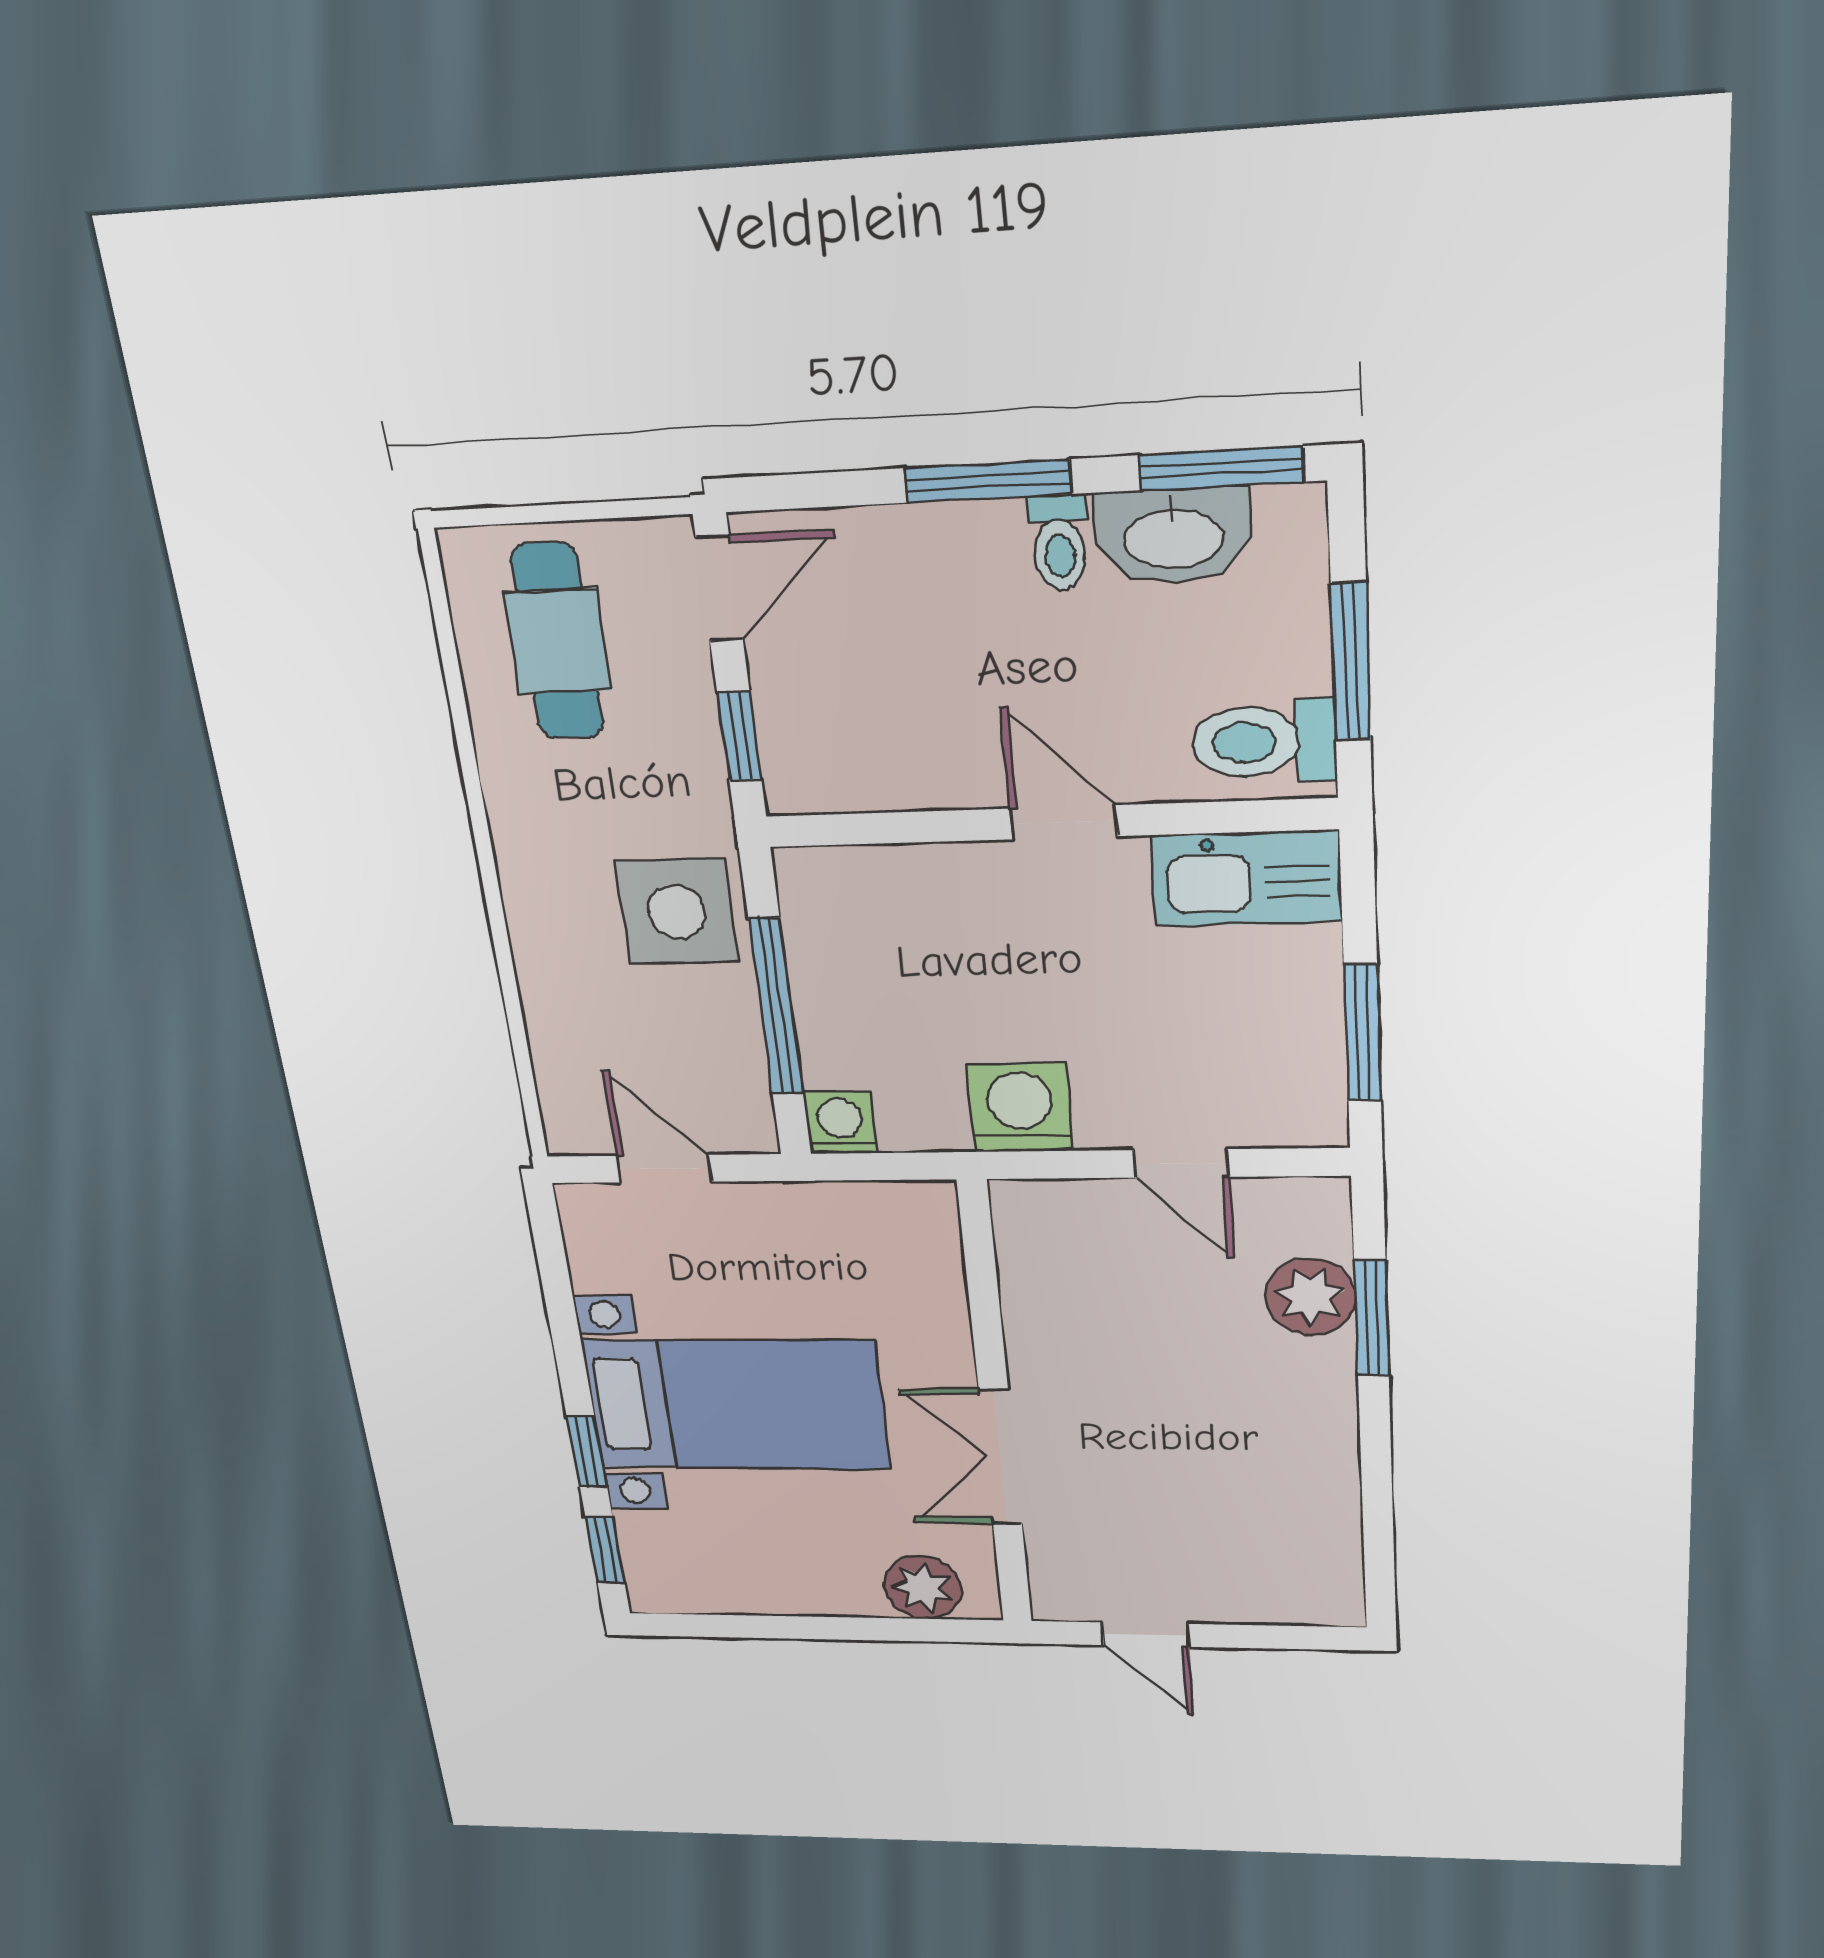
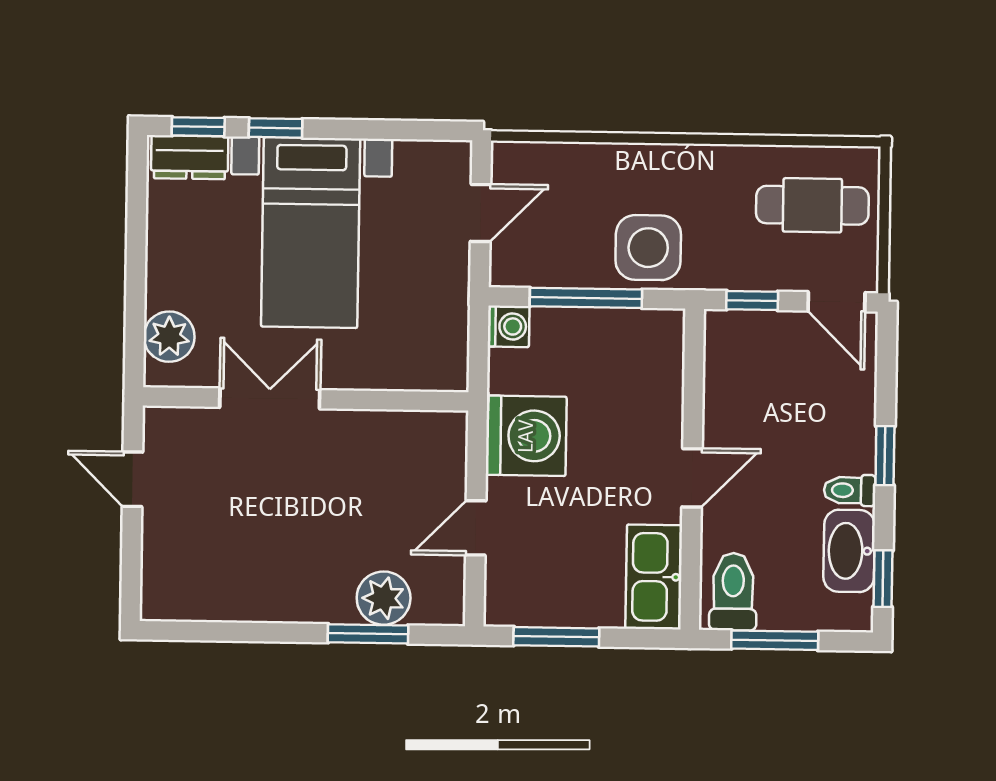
window: (1222, 468) -> (883, 579), width x0.67
window: (988, 481) -> (885, 456), width x0.67
washing machine: (1020, 1108) -> (526, 436), width x1.37, depth x1.37
dresser: (652, 1561) -> (190, 157), added
door: (1146, 1635) -> (132, 479), hinge flipped

